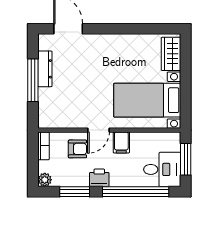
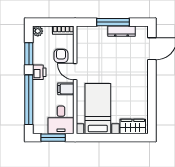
armchair: (77, 149) -> (61, 56), turned 180
desk: (162, 169) -> (61, 120), moved

